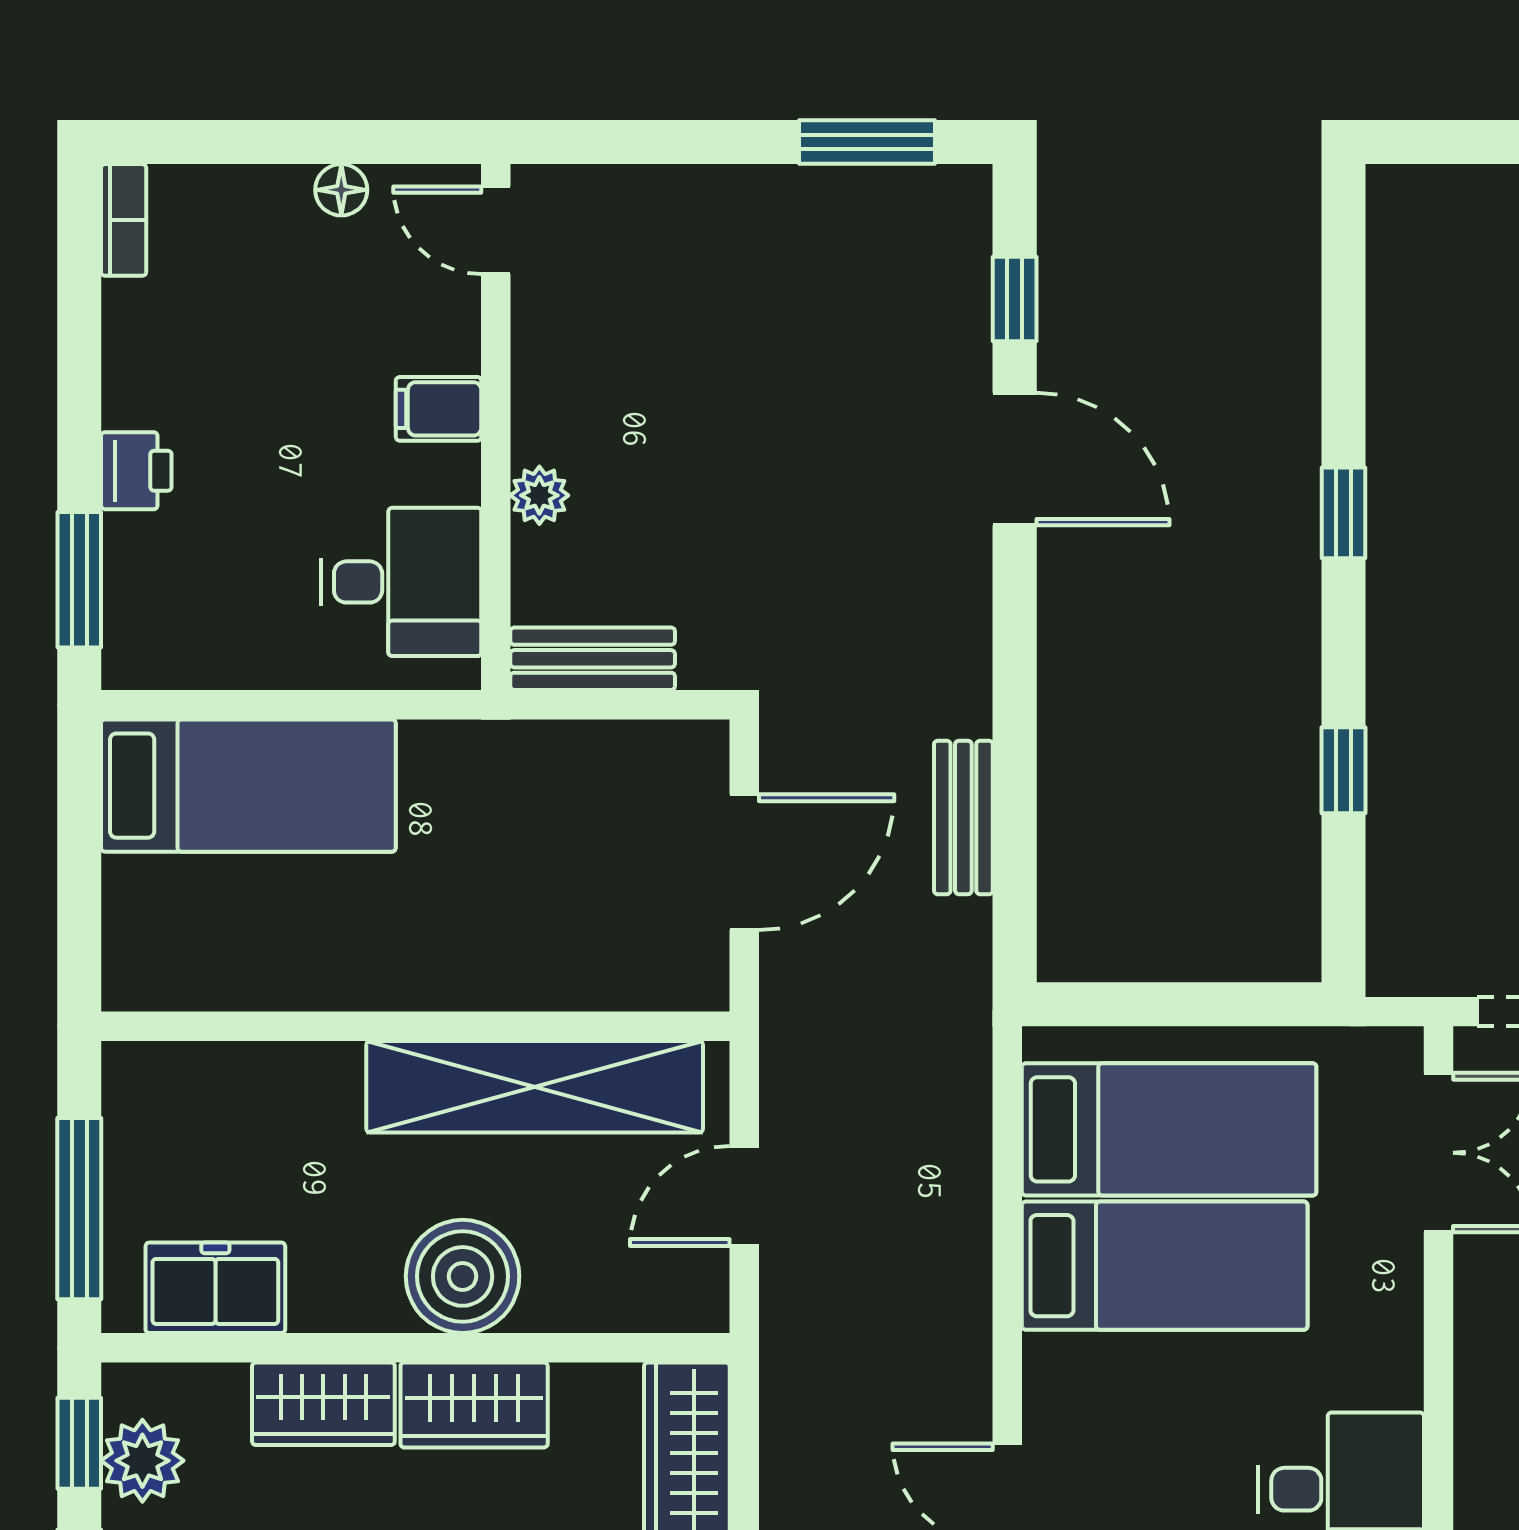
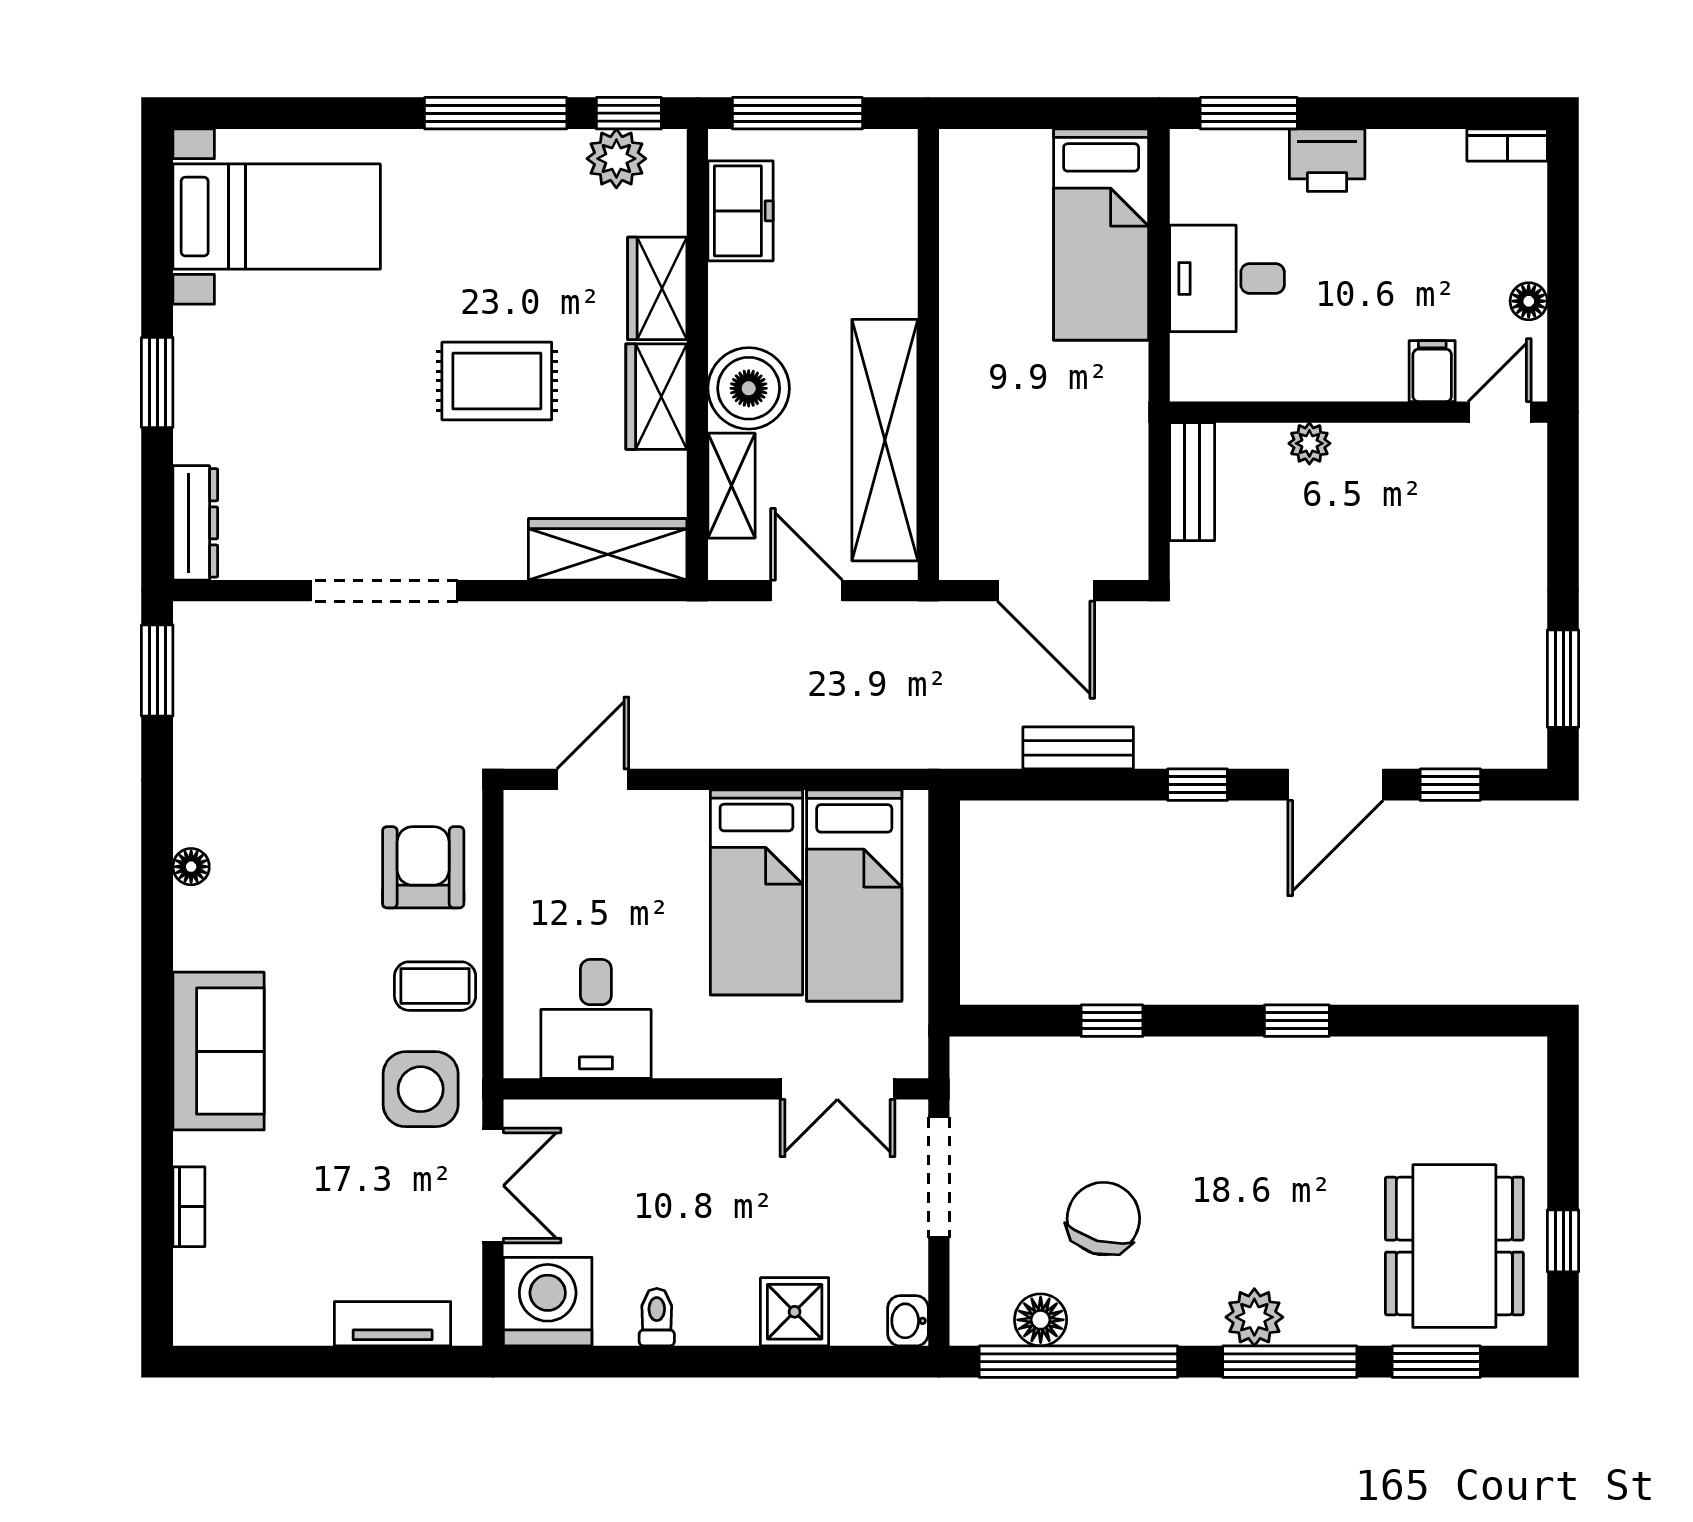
filing cabinet: (439, 409) -> (1432, 371), moved
printer: (136, 471) -> (1327, 160), width x1.36, depth x1.24
desk: (401, 582) -> (1227, 278), moved, turned 90
window: (1015, 651) -> (1197, 785), added
shelving: (598, 1300) -> (732, 486), added

